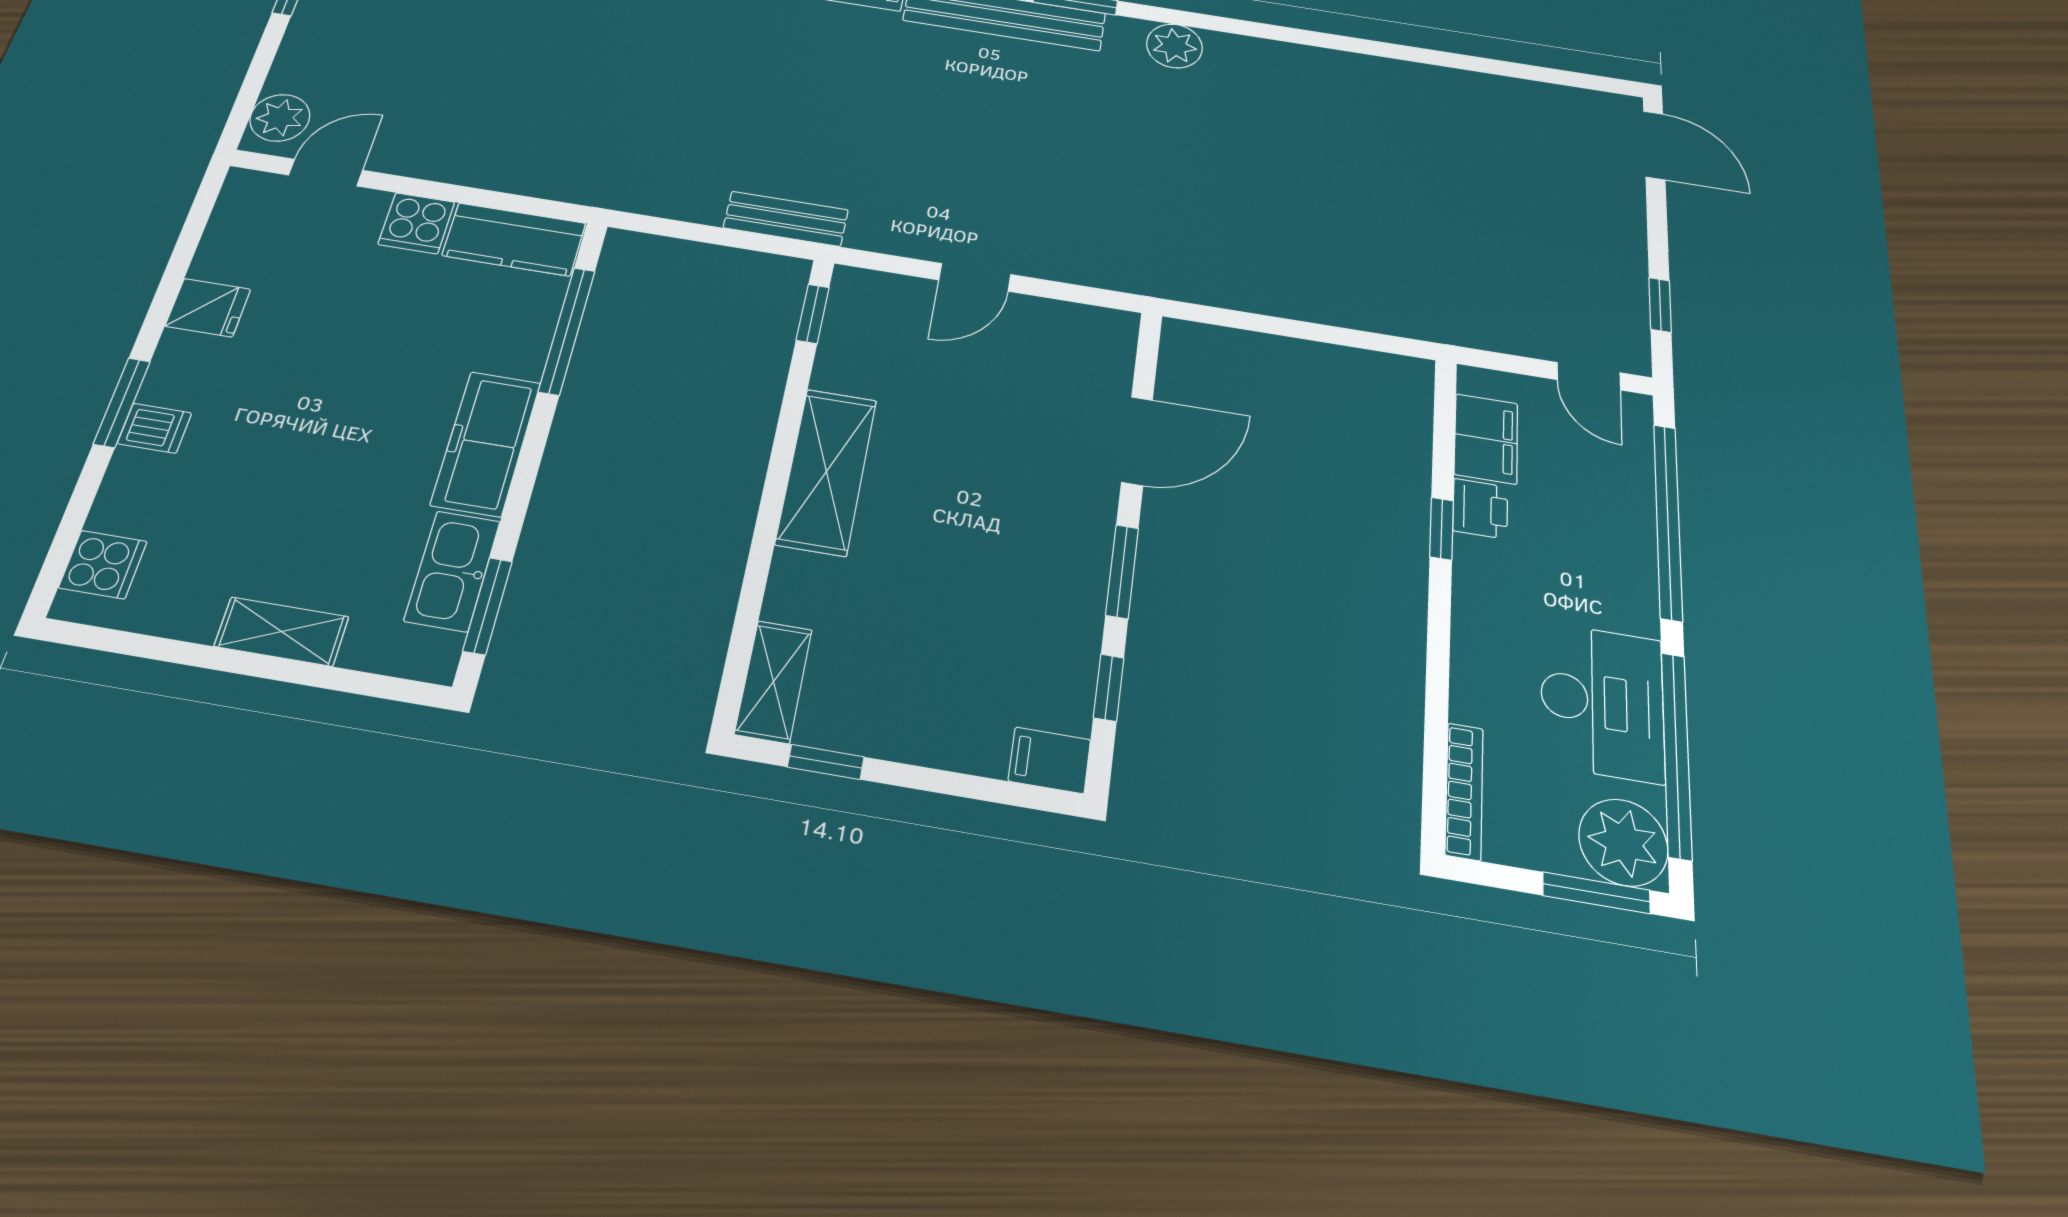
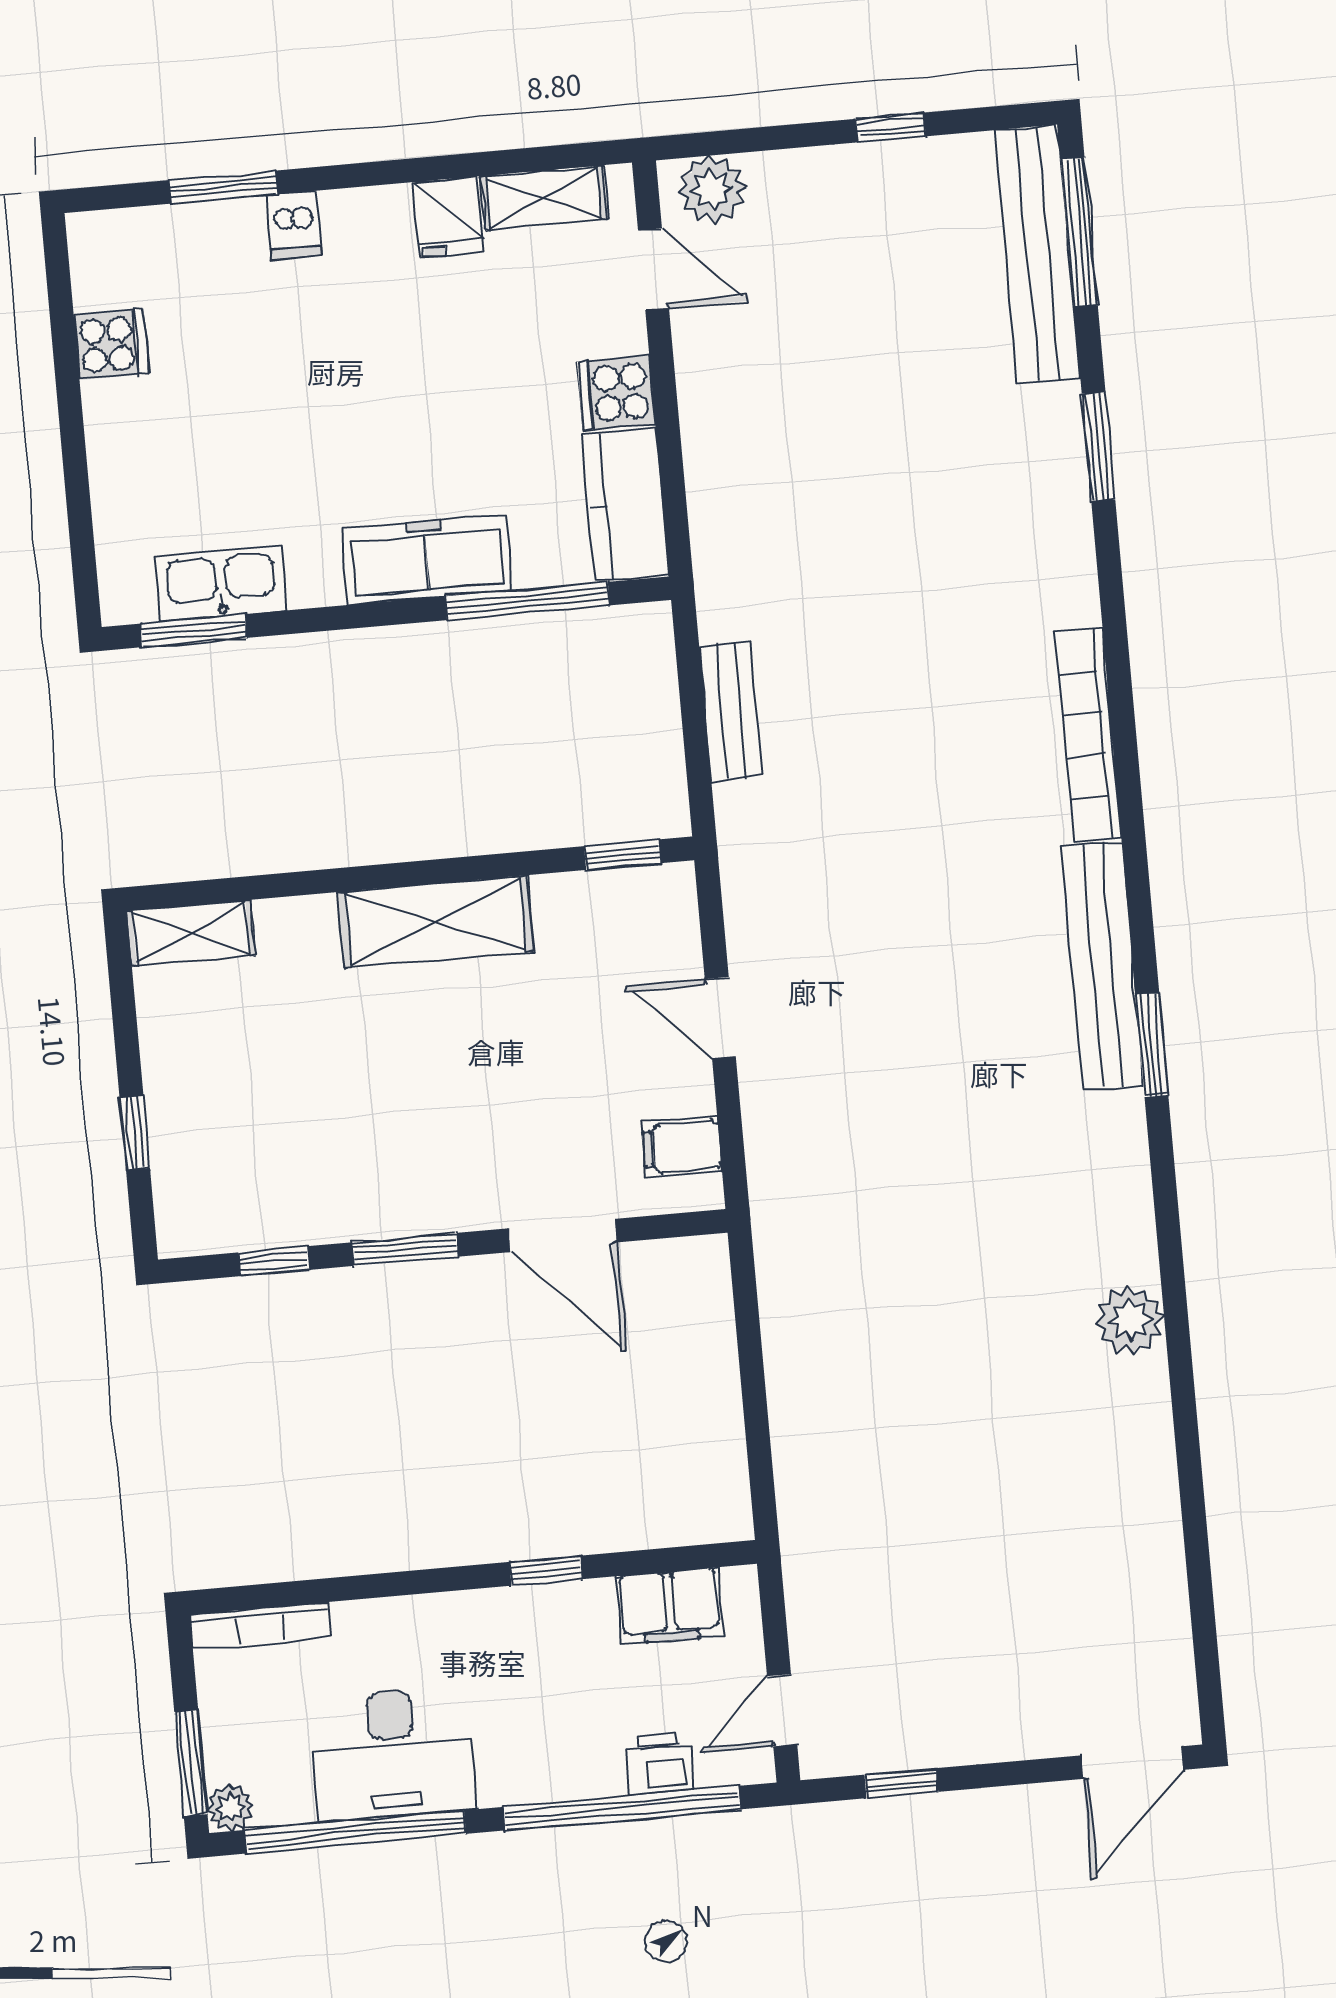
plant: (1174, 46) -> (1130, 1320), moved
bench: (786, 219) -> (731, 711), moved
window: (122, 403) -> (223, 187), moved
freezer: (486, 443) -> (427, 560), moved
printer: (1480, 509) -> (660, 1764), moved, turned 180
cooker: (103, 565) -> (111, 344), moved, turned -90
shelving: (282, 632) -> (544, 198), moved, turned 90
filing cabinet: (1049, 760) -> (682, 1147), moved, turned -90
window: (826, 762) -> (135, 1133), moved
plant: (1623, 842) -> (230, 1808), width x0.53, depth x0.53

